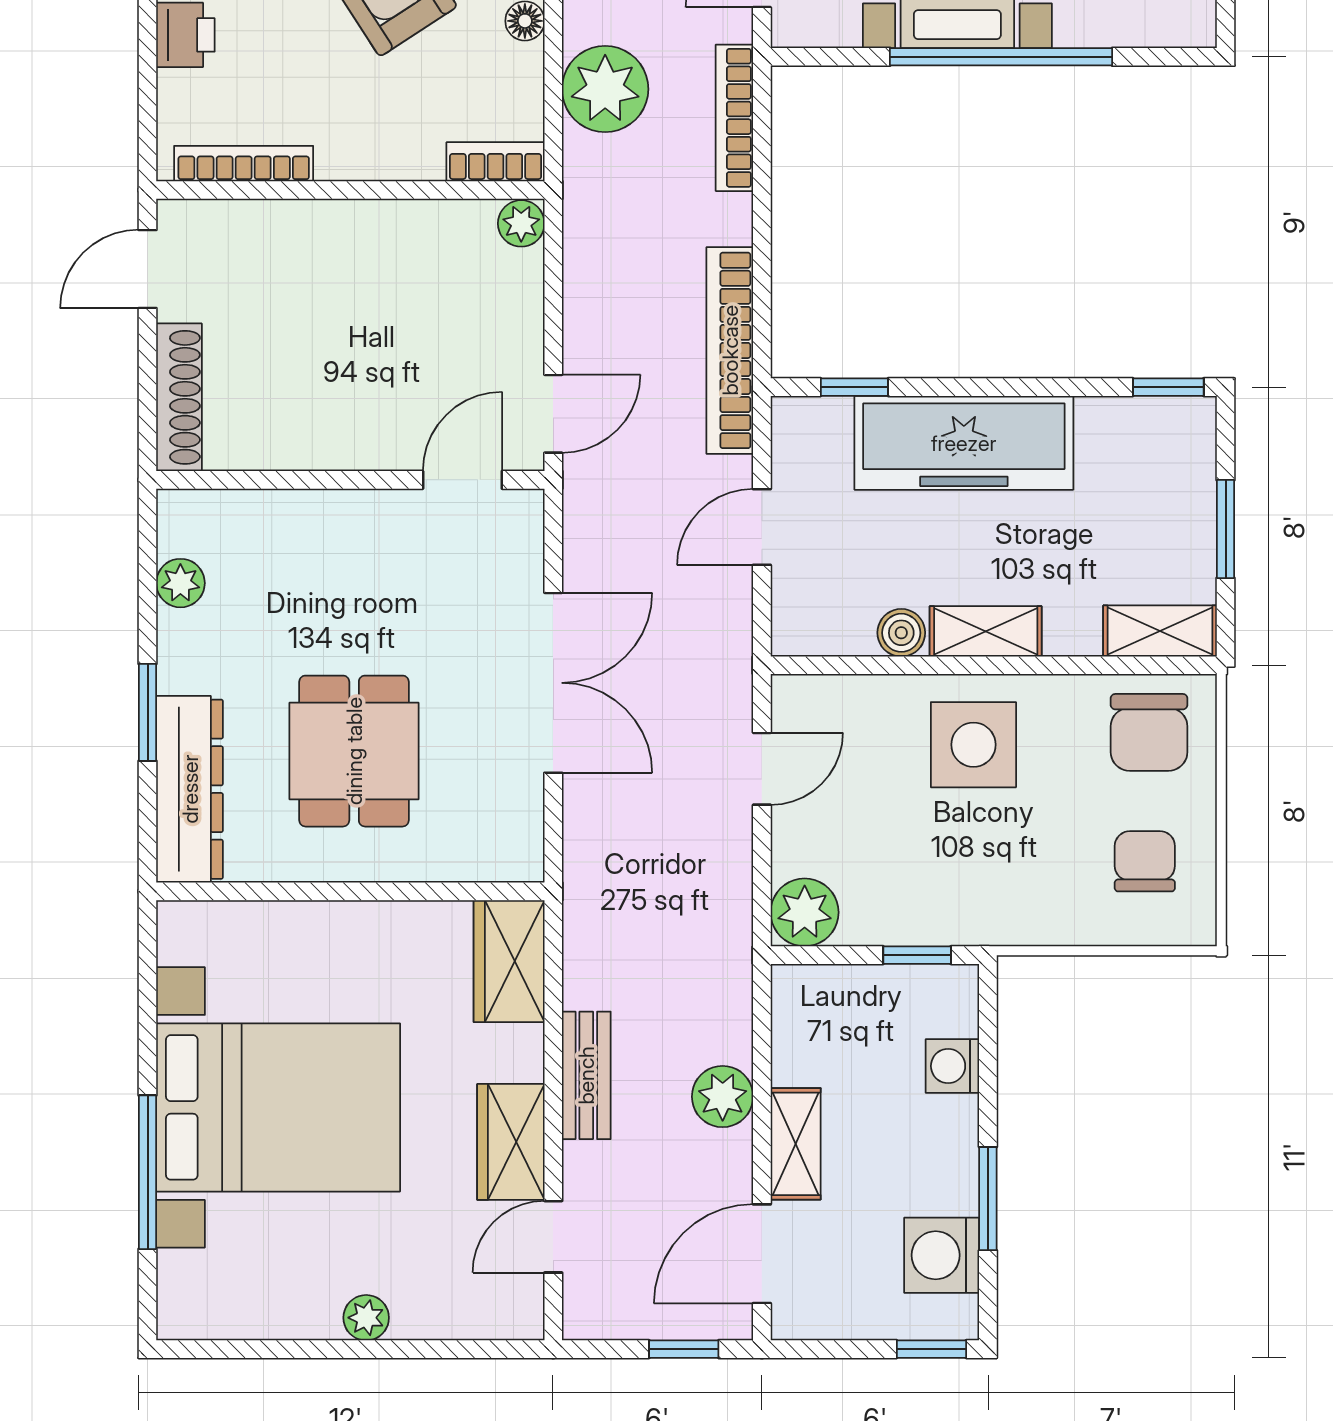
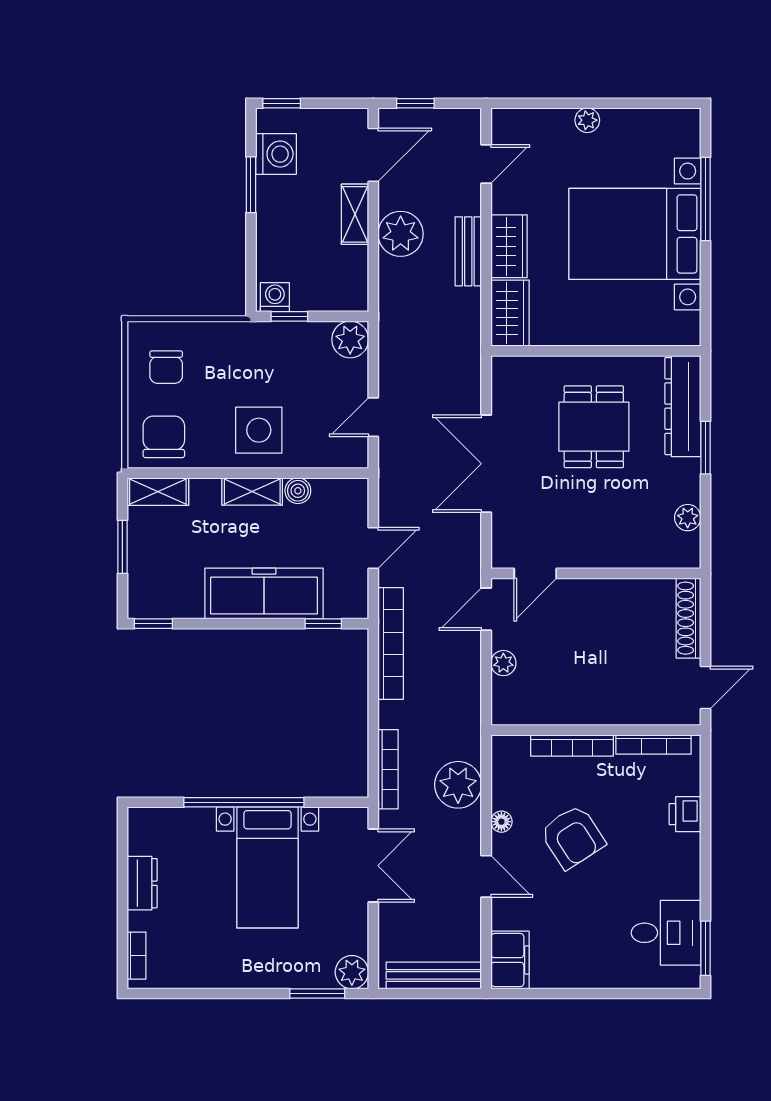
bookcase: (496, 162) -> (572, 746), moved, width x1.56
plant: (521, 223) -> (503, 663), moved
washing machine: (952, 1066) -> (275, 297), moved, turned -90
plant: (723, 1097) -> (401, 234), width x1.36, depth x1.36
wardrobe: (511, 1142) -> (509, 246), moved

